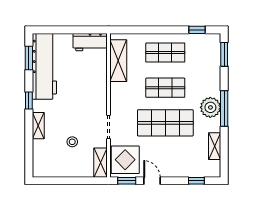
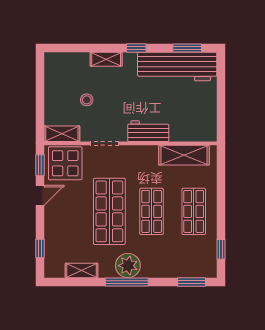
workbench: (90, 42) -> (148, 131), moved, turned 90

